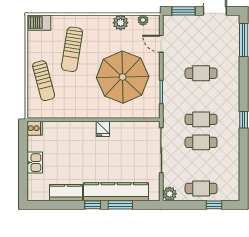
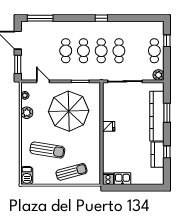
door: (161, 44) -> (43, 81), swing flipped
cafe table: (201, 96) -> (83, 51), added
kitchen sink: (35, 163) -> (122, 179), moved
window: (93, 205) -> (167, 152), moved

